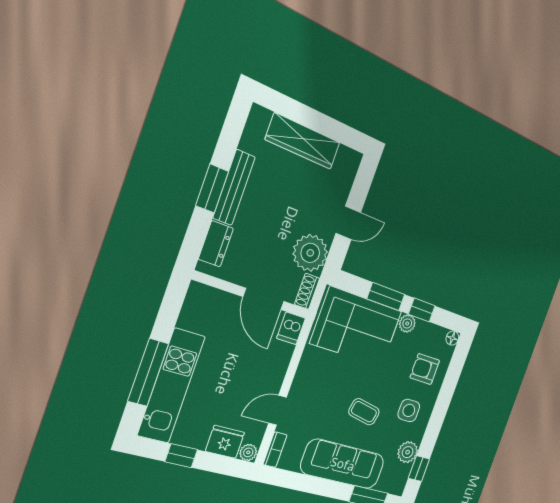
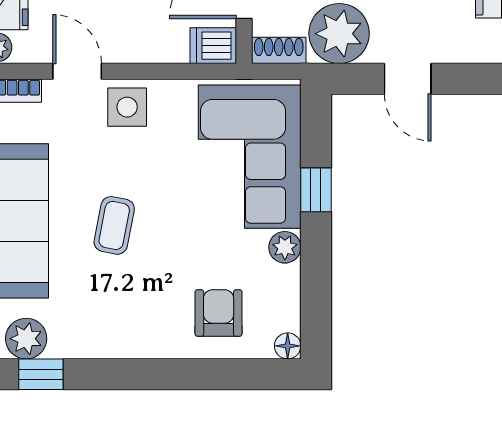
window: (386, 297) -> (316, 190), width x0.67
window: (422, 310) -> (316, 266), removed
side table: (409, 410) -> (127, 107), moved
plant: (408, 452) -> (26, 339), moved

